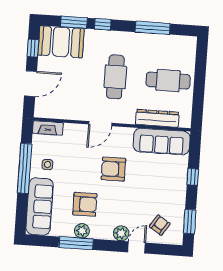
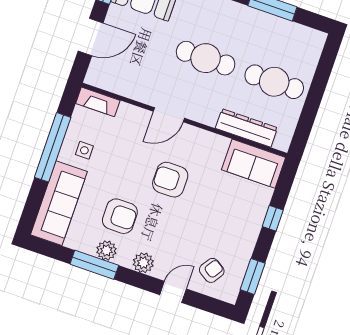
cafe table: (115, 77) -> (206, 58), turned 90
sofa: (162, 142) -> (254, 164), width x0.73
plant: (121, 233) -> (143, 263), moved

